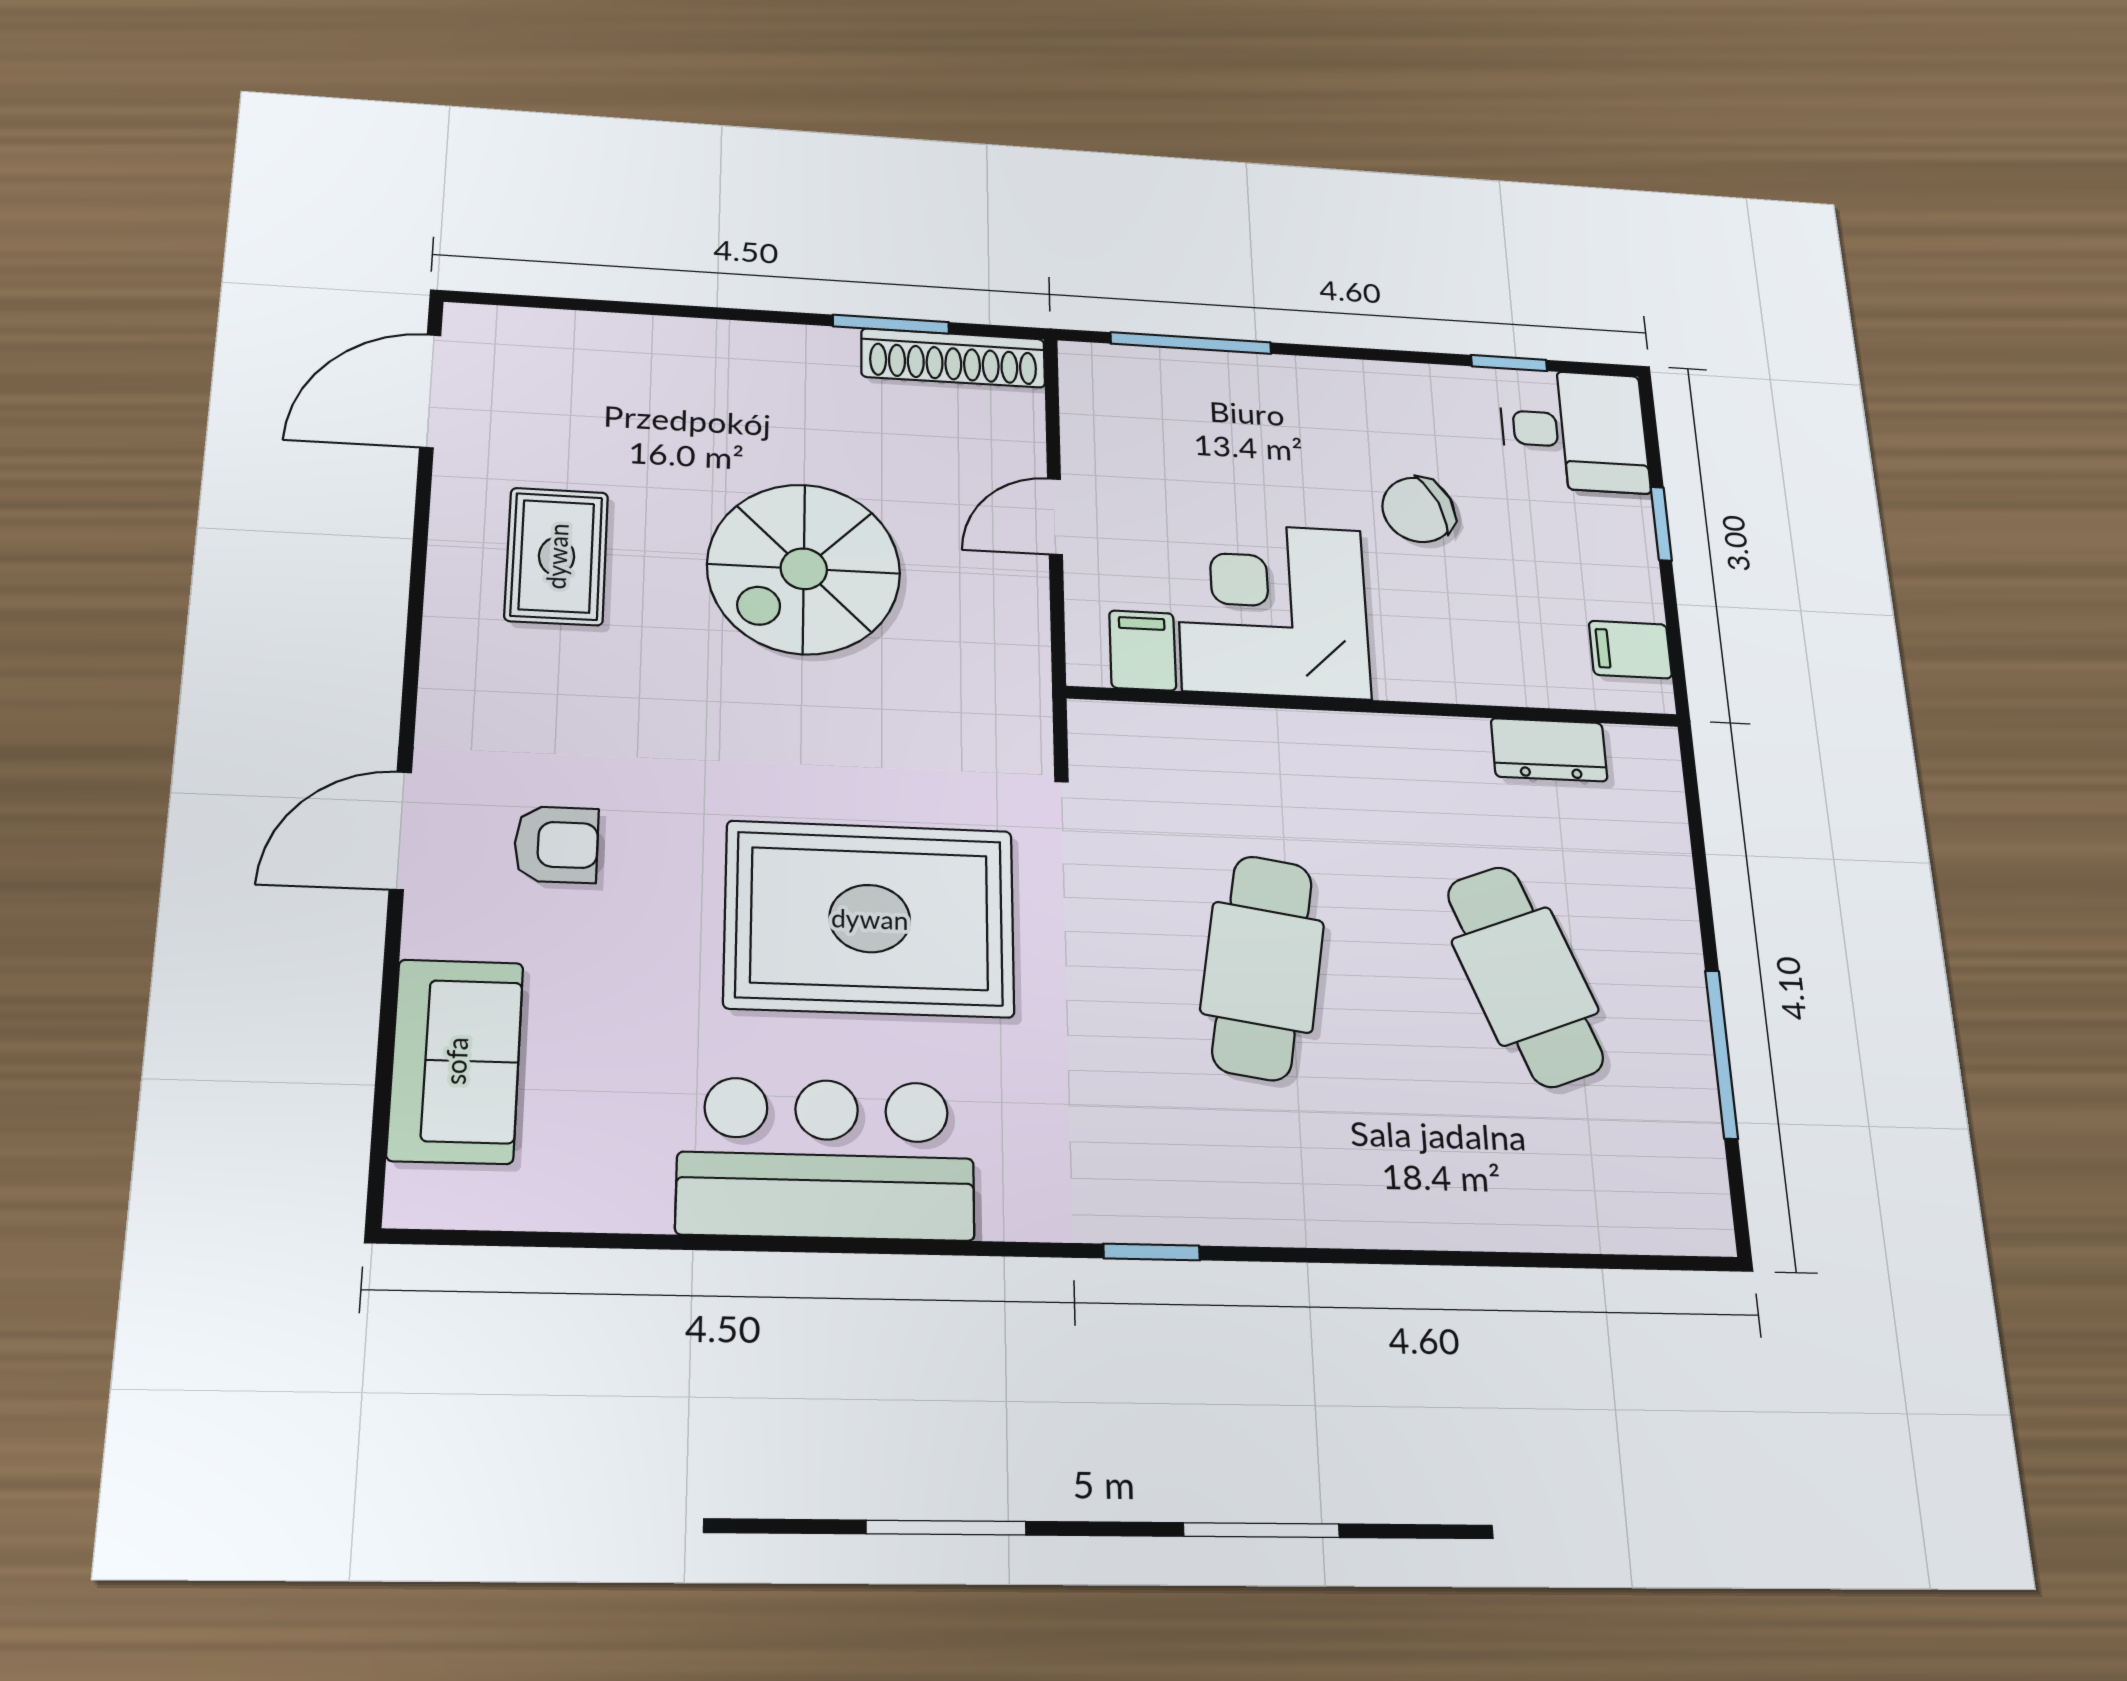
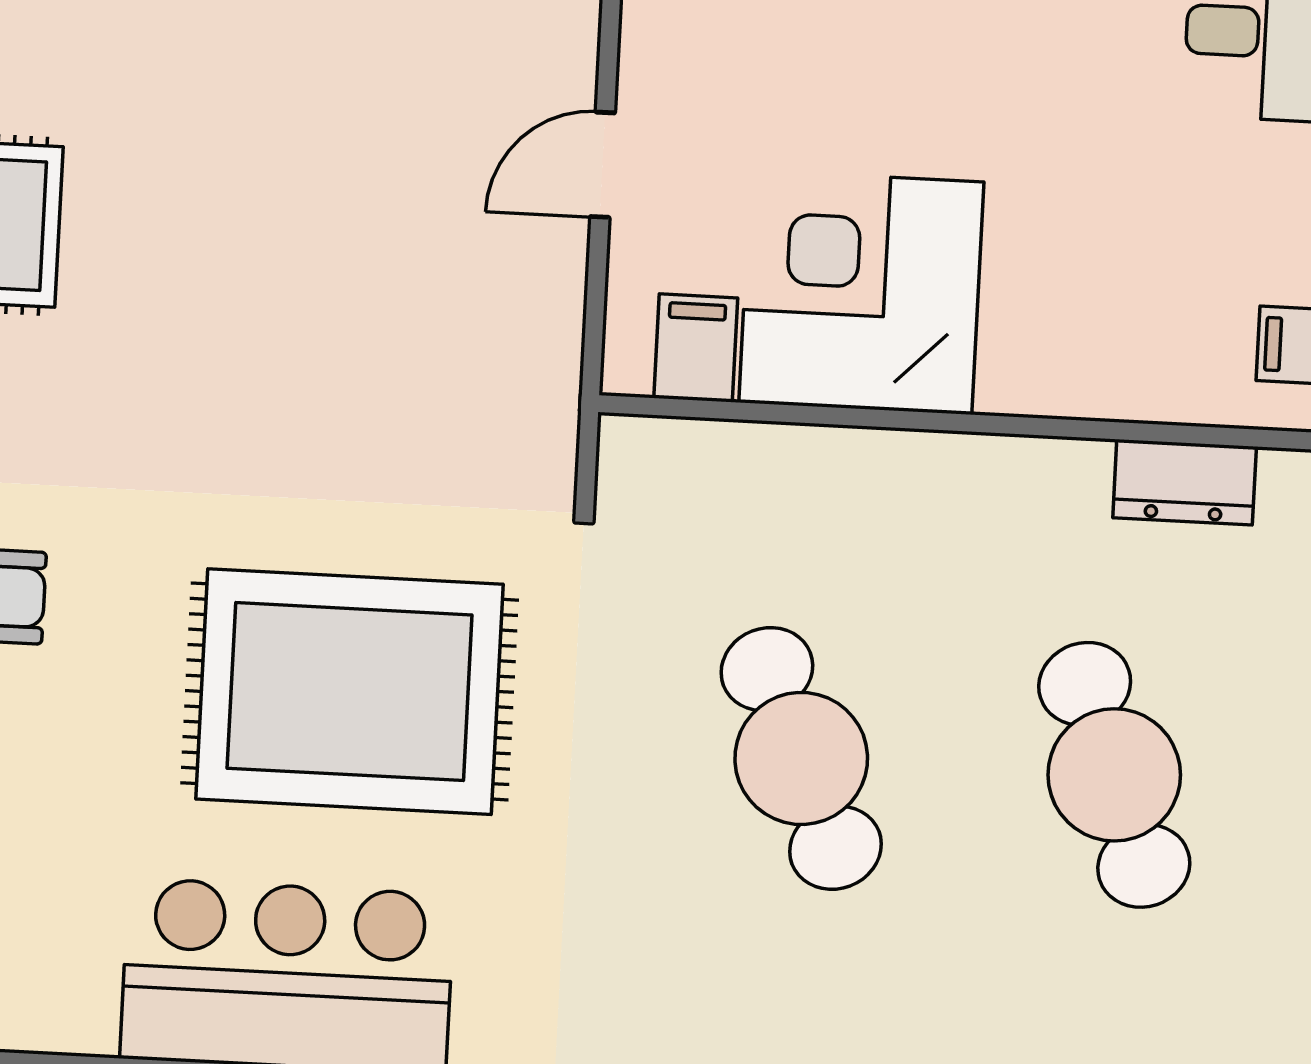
chair: (1418, 510) -> (1062, 151), removed
spiral stairs: (804, 569) -> (293, 239), removed
cafe table: (1262, 967) -> (801, 758), turned -33

